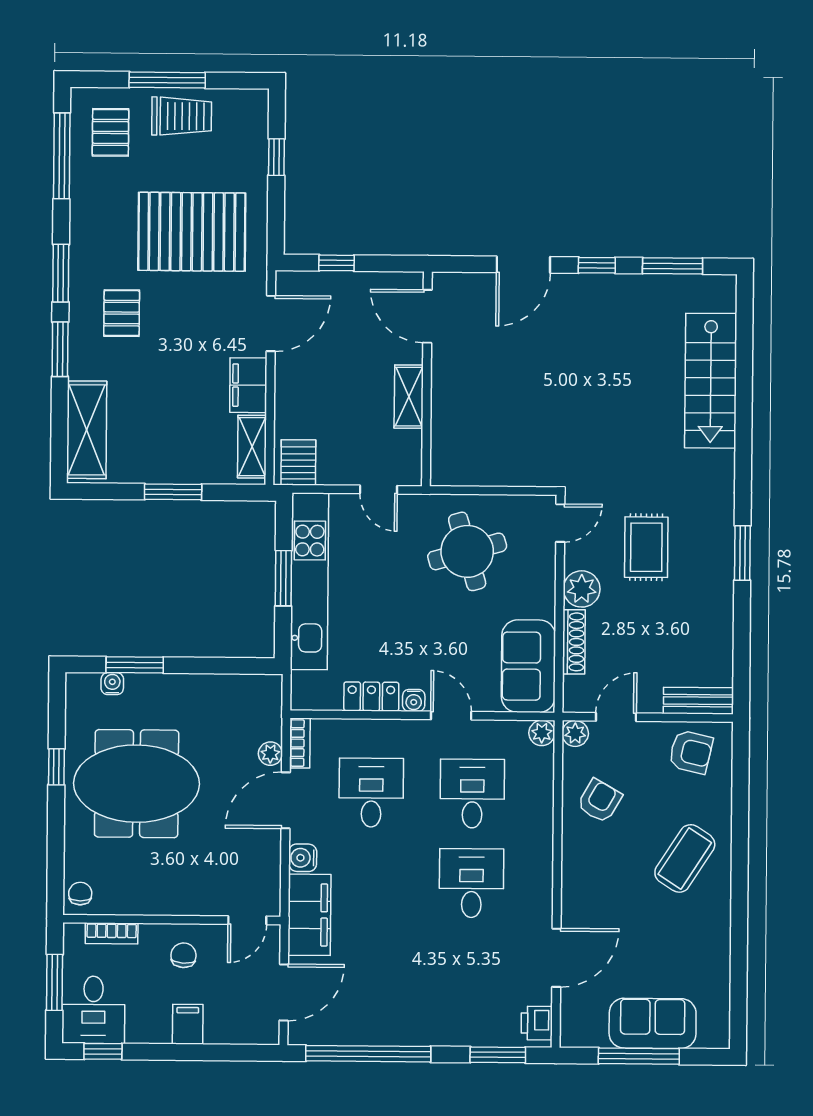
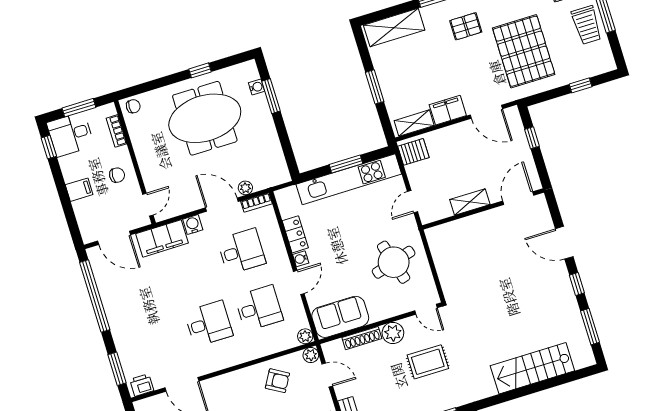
meeting table: (137, 784) -> (205, 118), turned 90
door: (247, 920) -> (148, 205), swing flipped

